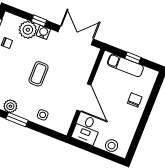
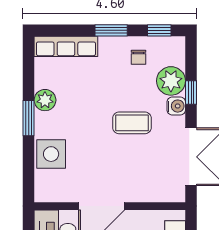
coffee table: (39, 74) -> (132, 123), moved
side table: (43, 115) -> (51, 154), width x1.87, depth x1.87

